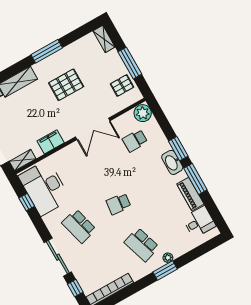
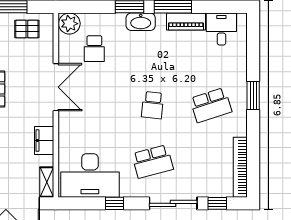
pallet: (122, 86) -> (27, 29), turned 90
window: (27, 202) -> (114, 203), moved
plant: (168, 258) -> (241, 85), removed

